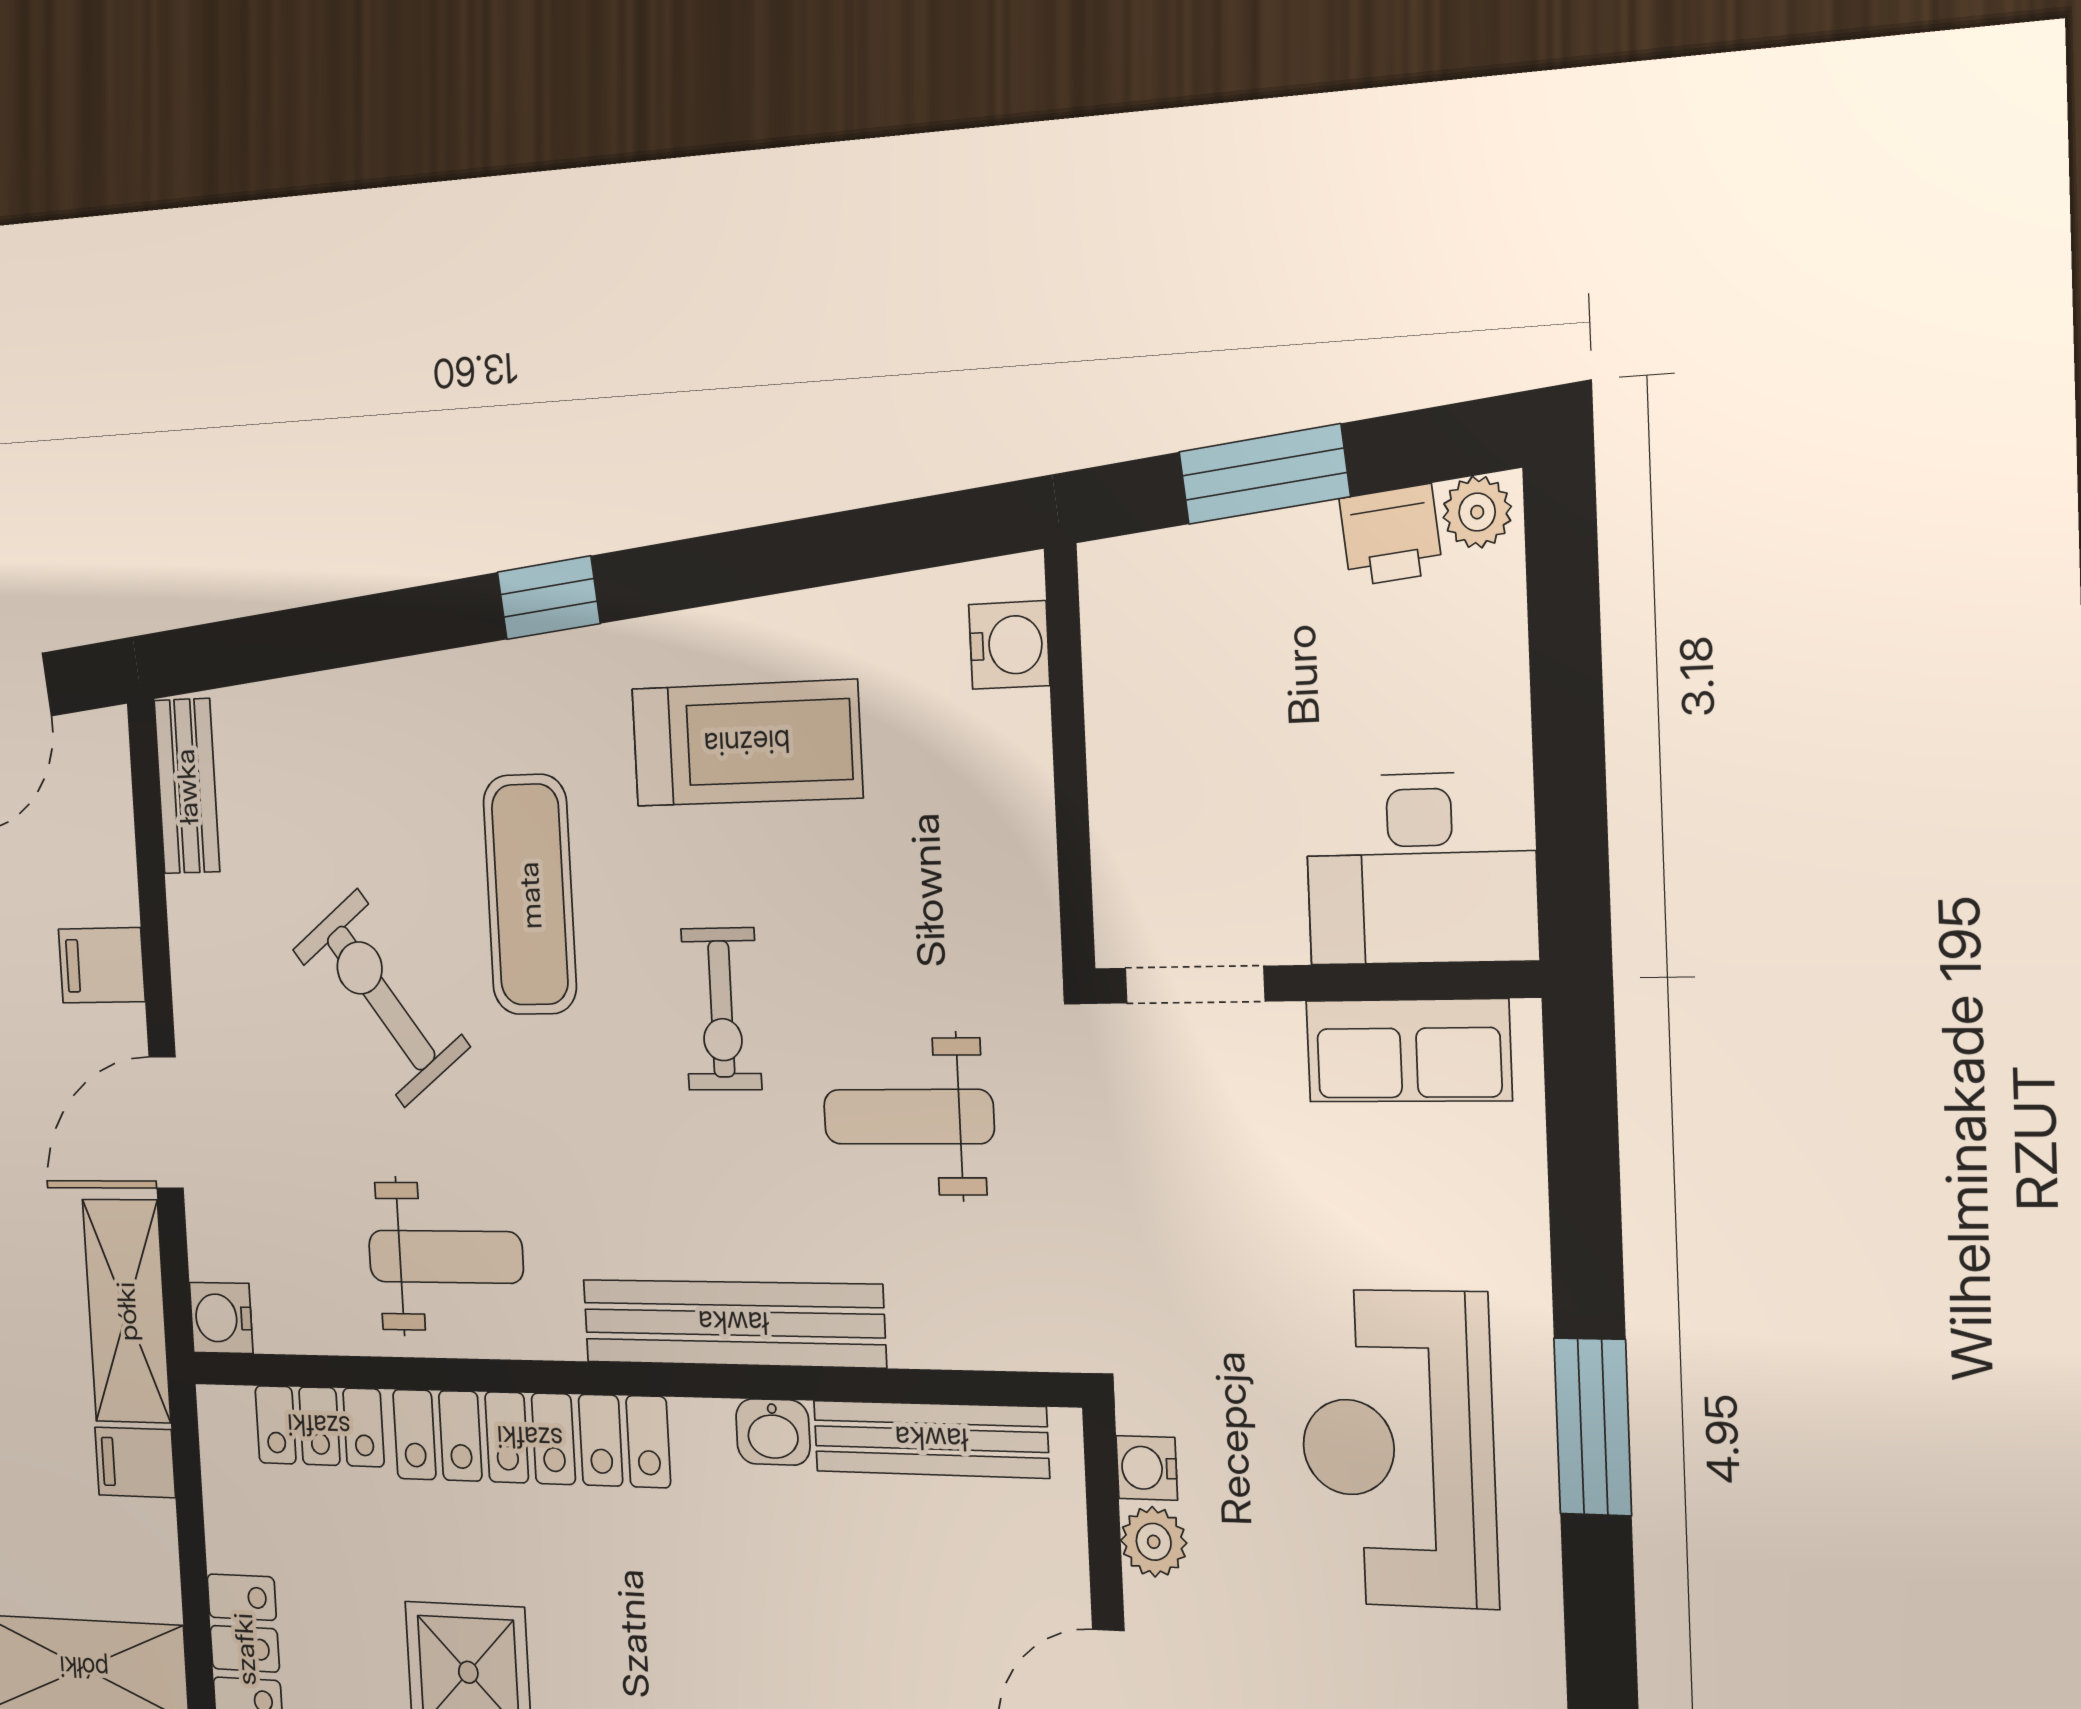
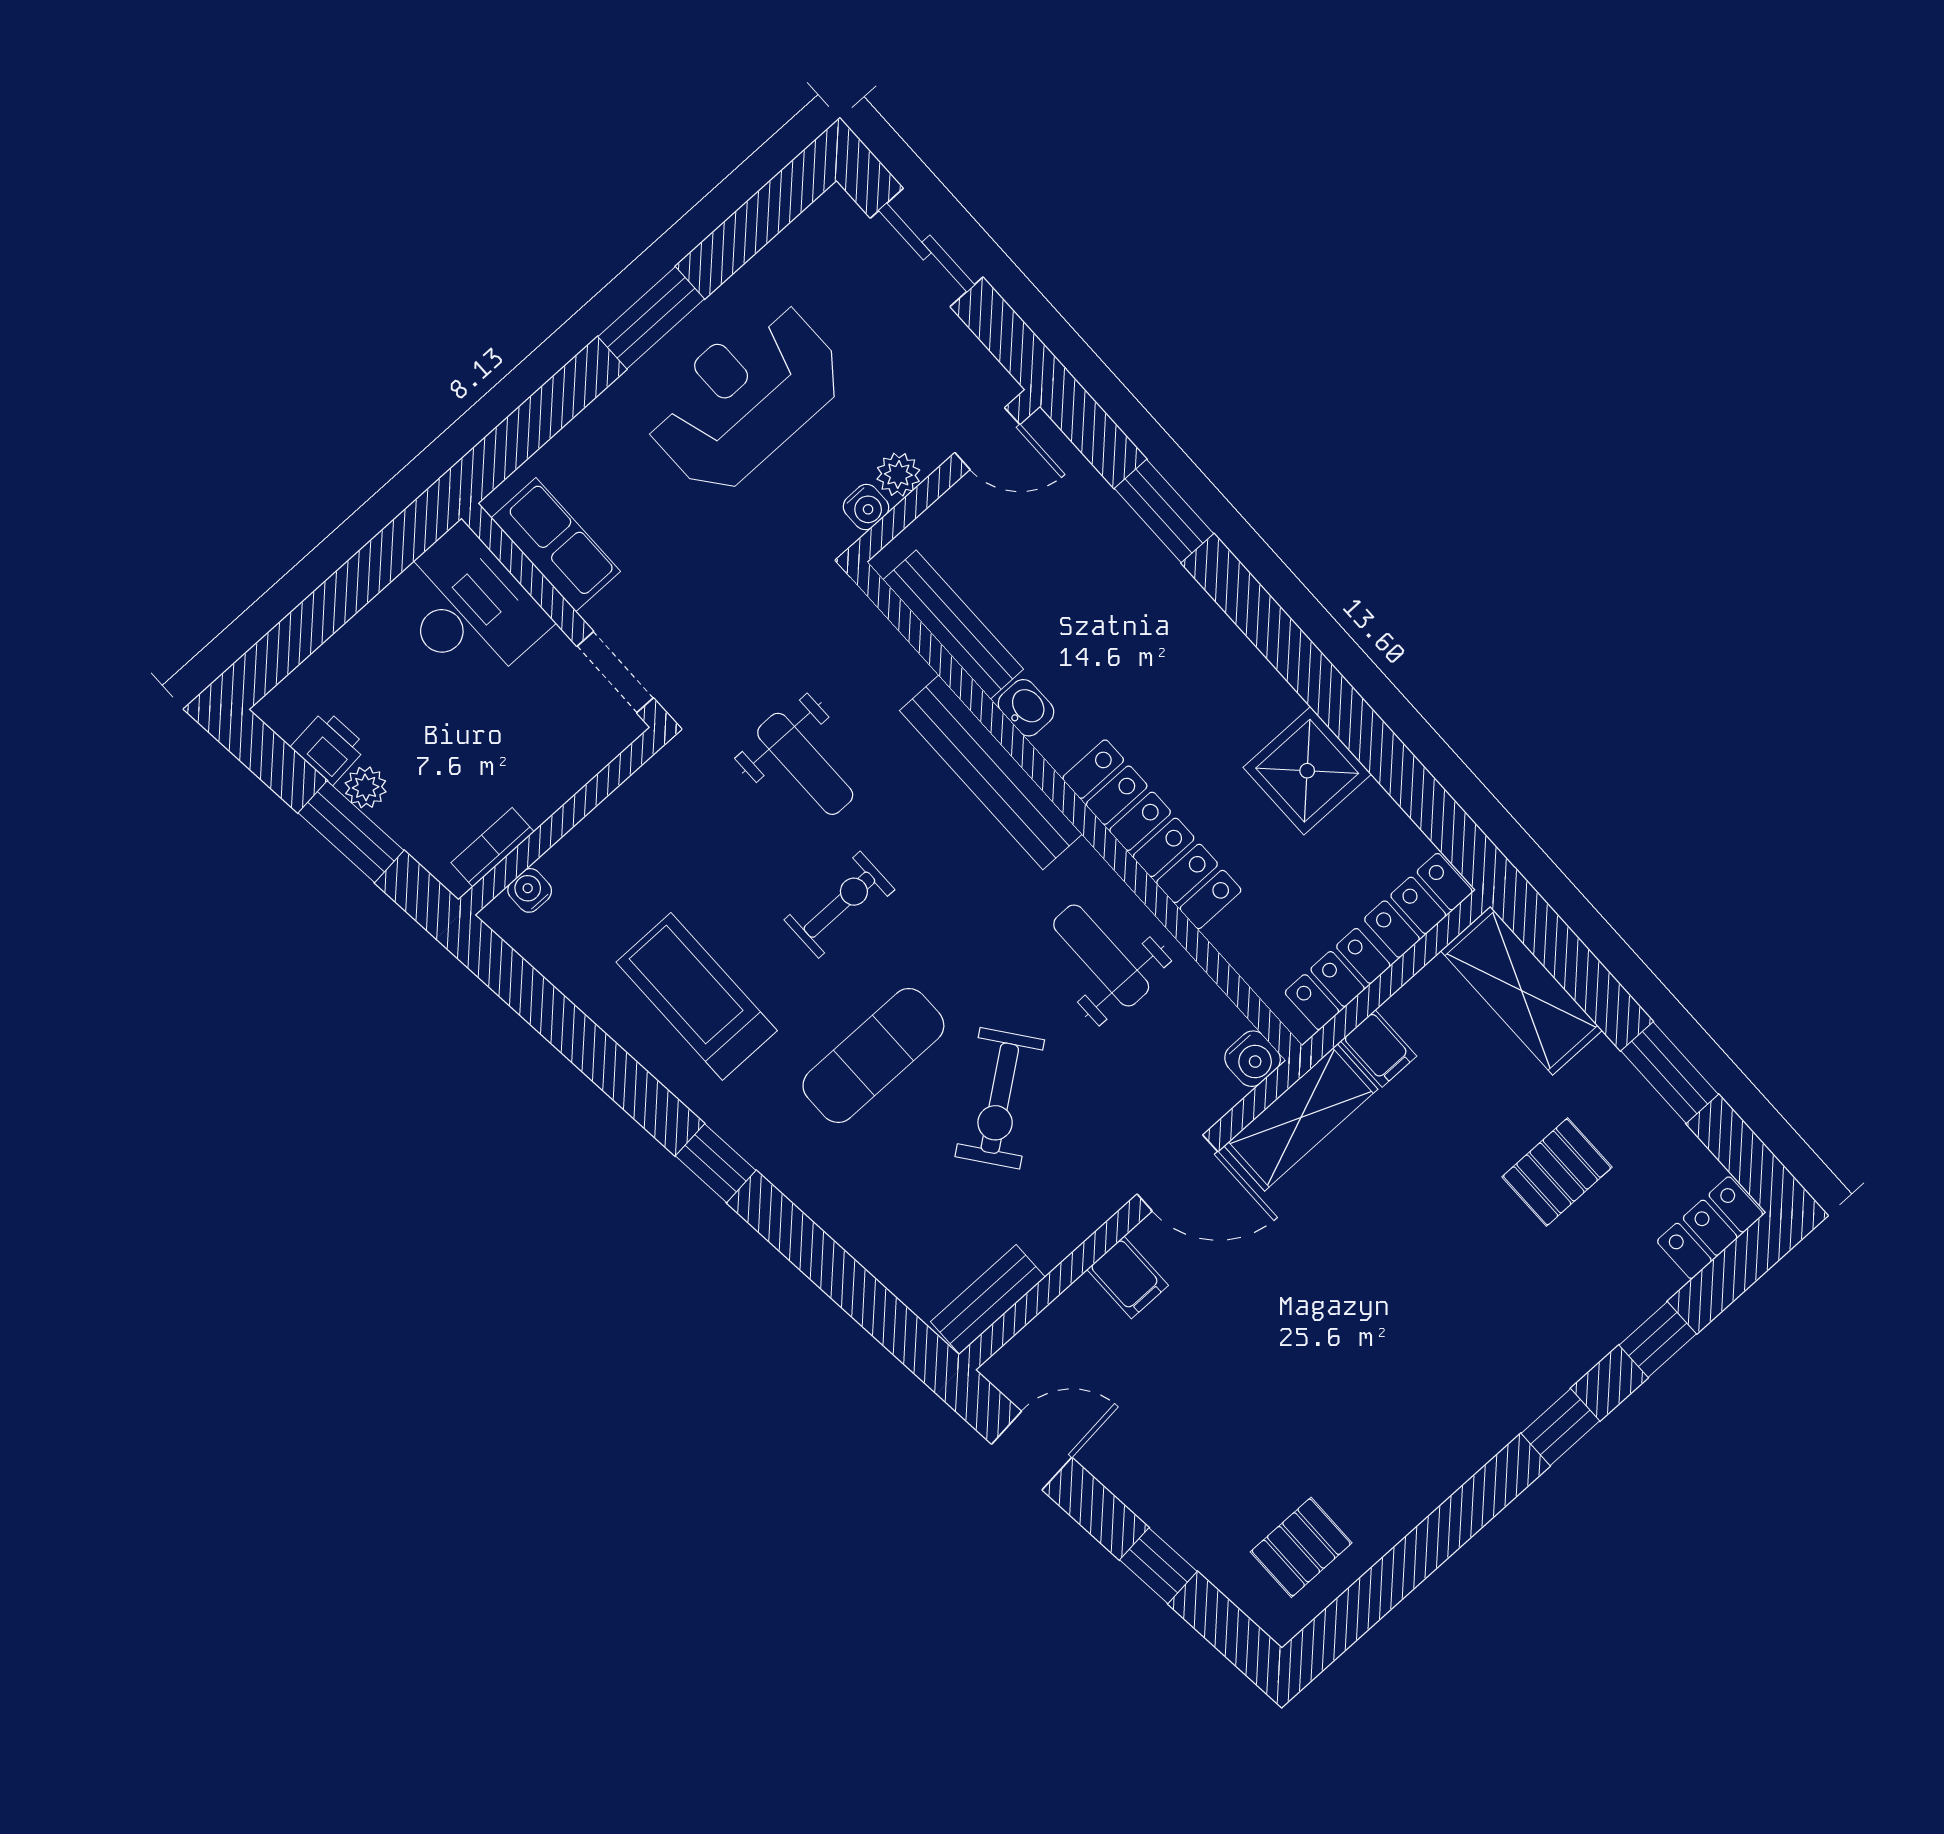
plant: (1477, 512) -> (366, 787), moved
bookcase: (1106, 642) -> (493, 847), added
water cooler: (1009, 645) -> (530, 890), width x0.72, depth x0.72
locker: (319, 1426) -> (1338, 979), moved, turned -90
reception desk: (1398, 1448) -> (744, 397), turned 180

